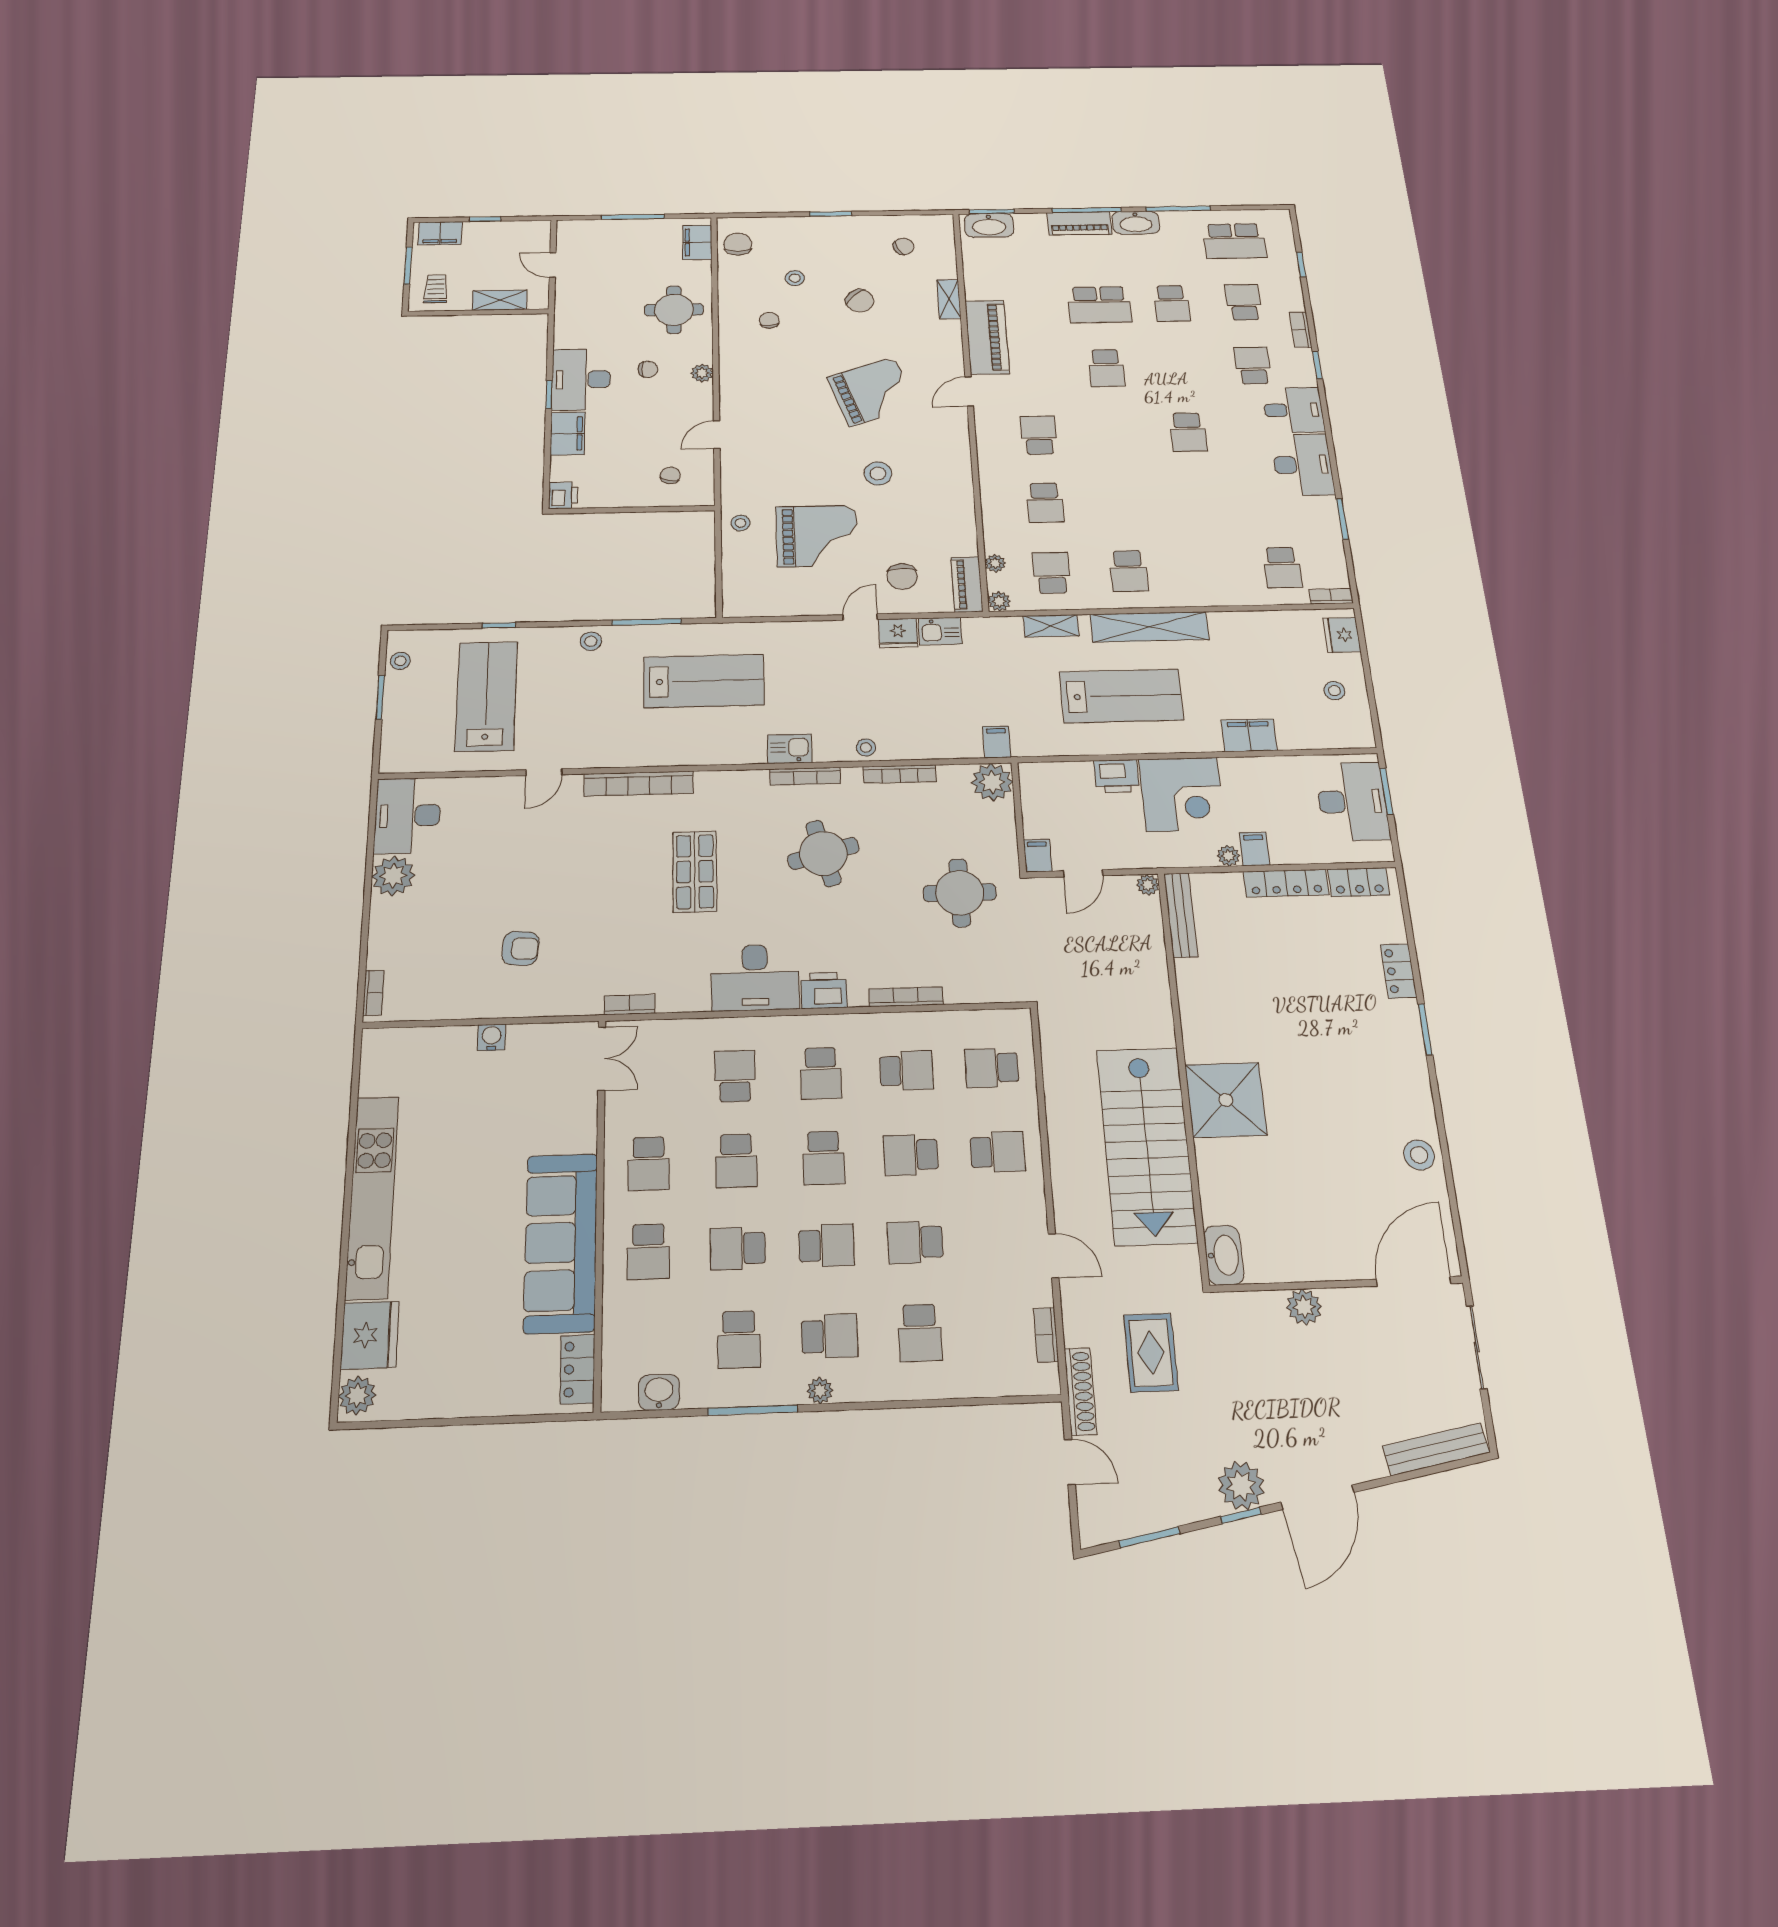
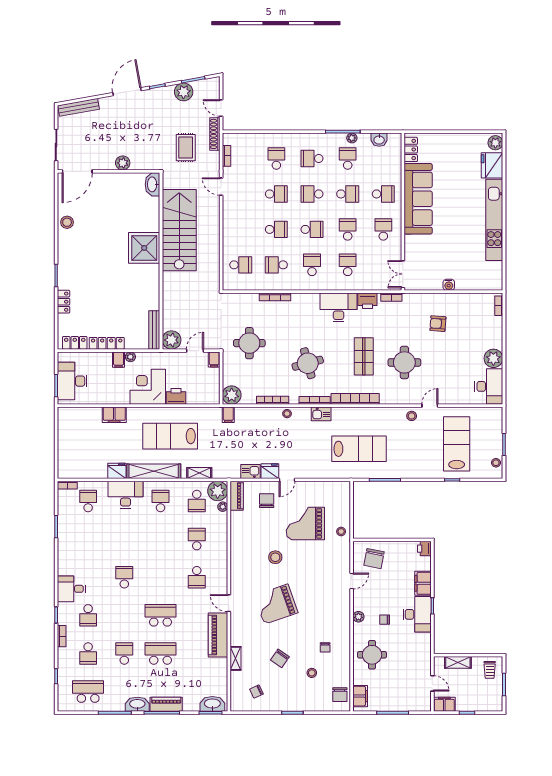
filing cabinet: (440, 233) -> (444, 704), moved
chair: (860, 301) -> (280, 658), turned -102
school desk: (1106, 368) -> (161, 615), width x1.85
door: (969, 391) -> (229, 603), swing flipped
desk: (1303, 465) -> (126, 495), moved, turned 90
chair: (670, 475) -> (374, 559), width x1.87, depth x1.87
plant: (999, 601) -> (218, 491), width x1.87, depth x1.87
fridge: (1342, 635) -> (117, 471), moved, turned -90
stool: (591, 641) -> (412, 416), moved
lab bench: (704, 681) -> (359, 449), turned 180
stool: (1334, 691) -> (72, 436), removed
lab bench: (486, 696) -> (457, 444), turned 180
bookcase: (639, 784) -> (355, 399), moved
round table: (601, 861) -> (404, 362), added
plant: (1148, 885) -> (172, 340), width x1.88, depth x1.88
printer: (824, 990) -> (367, 301), moved
school desk: (735, 1076) -> (348, 265), turned 180
school desk: (998, 1152) -> (241, 229), removed
school desk: (824, 1158) -> (312, 229), turned 90
school desk: (648, 1252) -> (383, 194), turned 90
plant: (820, 1391) -> (352, 138), moved
plant: (1241, 1486) -> (184, 92), moved

